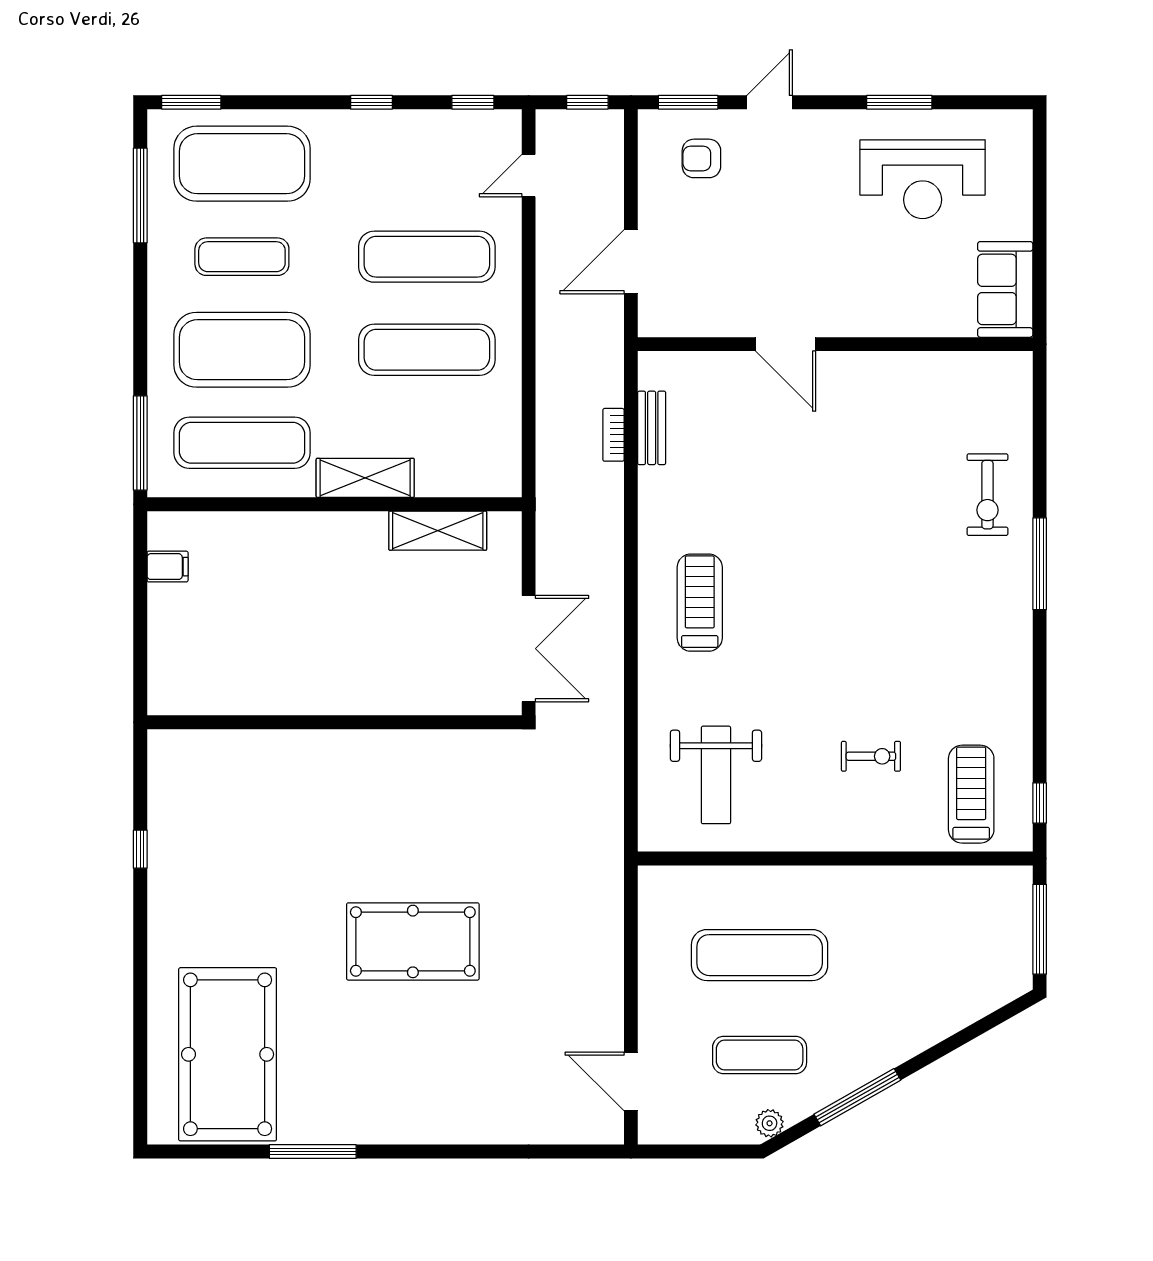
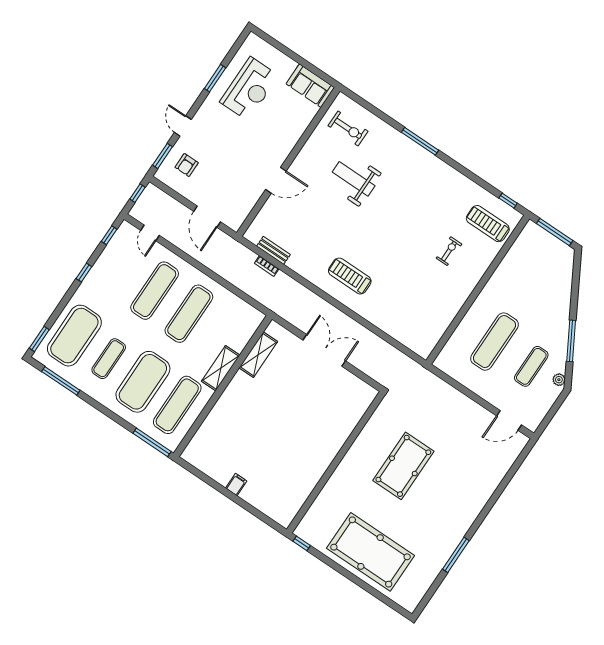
exercise bike: (987, 495) -> (348, 128), moved
filing cabinet: (168, 567) -> (236, 485), moved
wall: (334, 722) -> (336, 462), moved
weight bench: (716, 775) -> (354, 179), moved, turned 180
pool table: (228, 1054) -> (371, 552), moved

